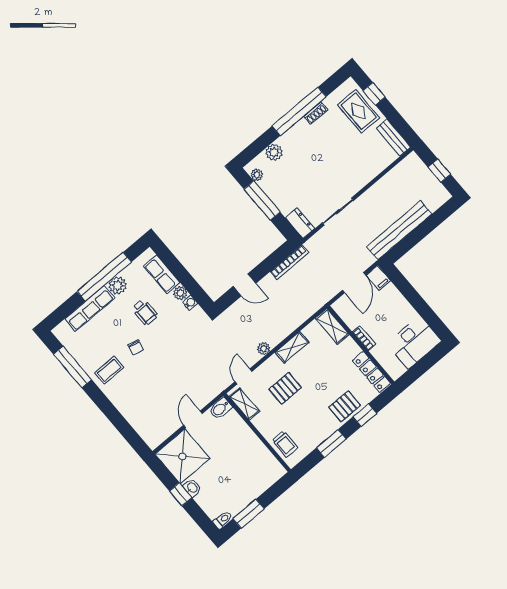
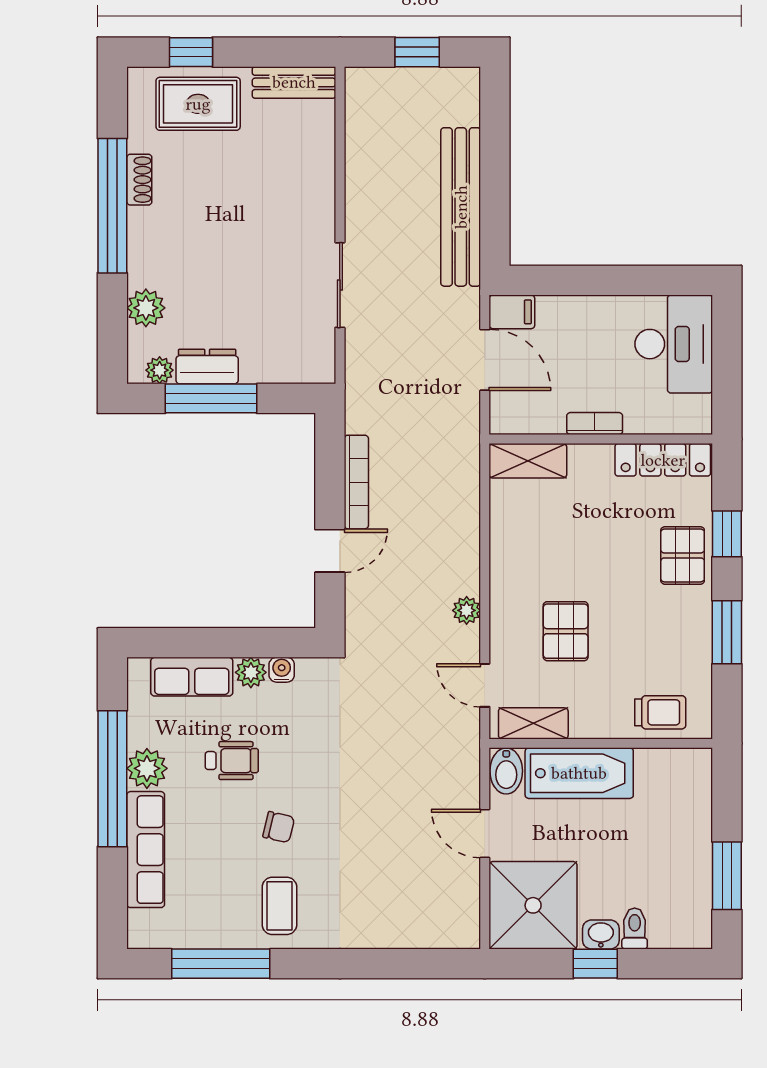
dresser: (300, 223) -> (207, 367), moved
bookcase: (289, 262) -> (356, 482), moved
shelving: (292, 347) -> (506, 560), removed
bathtub: (241, 434) -> (579, 773), added
toilet: (223, 520) -> (635, 929), moved

